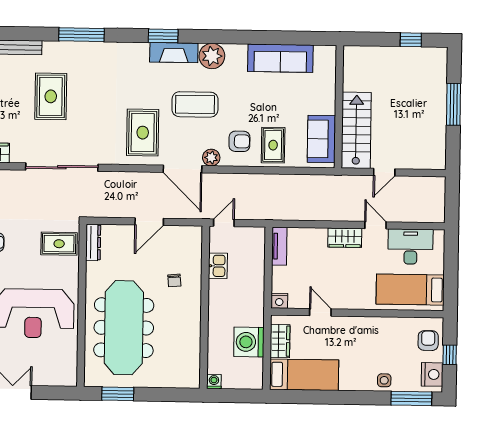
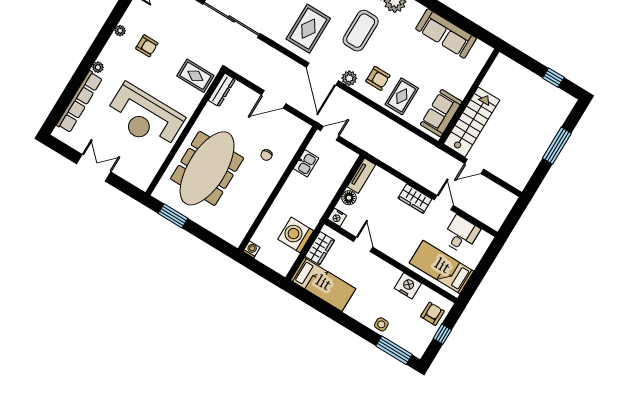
coffee table: (195, 104) -> (361, 31), turned 90
desk: (410, 247) -> (461, 235), width x0.73
floor lamp: (280, 275) -> (349, 198), added
nightstand: (432, 374) -> (408, 286), moved, turned -90

